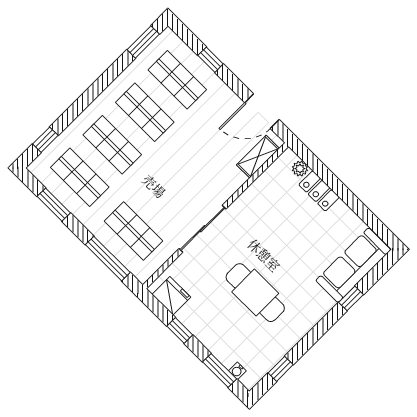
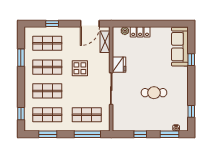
window: (143, 42) -> (21, 58), moved
display table: (188, 158) -> (80, 68), added
cafe table: (255, 293) -> (154, 93), width x0.73, depth x0.74
fridge: (171, 296) -> (119, 65), moved, turned 90

